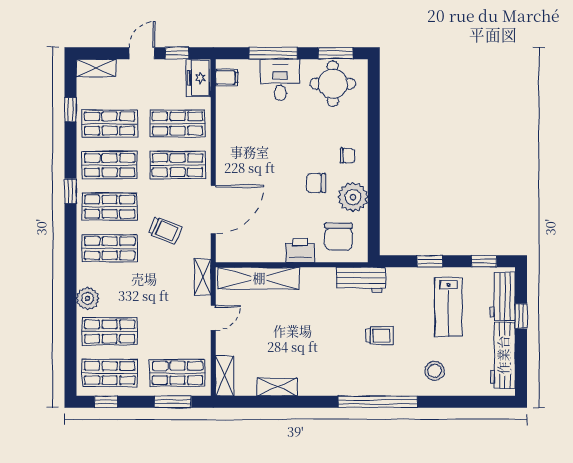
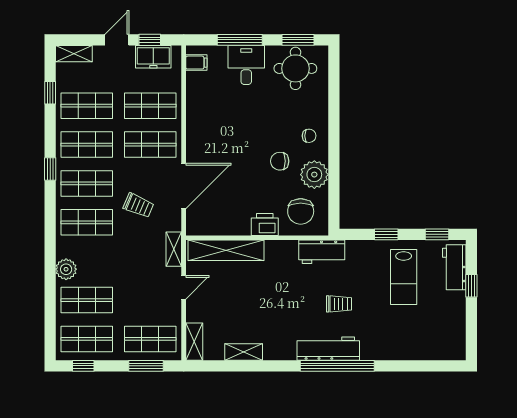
freezer: (199, 78) -> (153, 57), moved, turned -90
workbench: (503, 355) -> (328, 349), moved, turned 90
stool: (435, 371) -> (391, 337), removed

